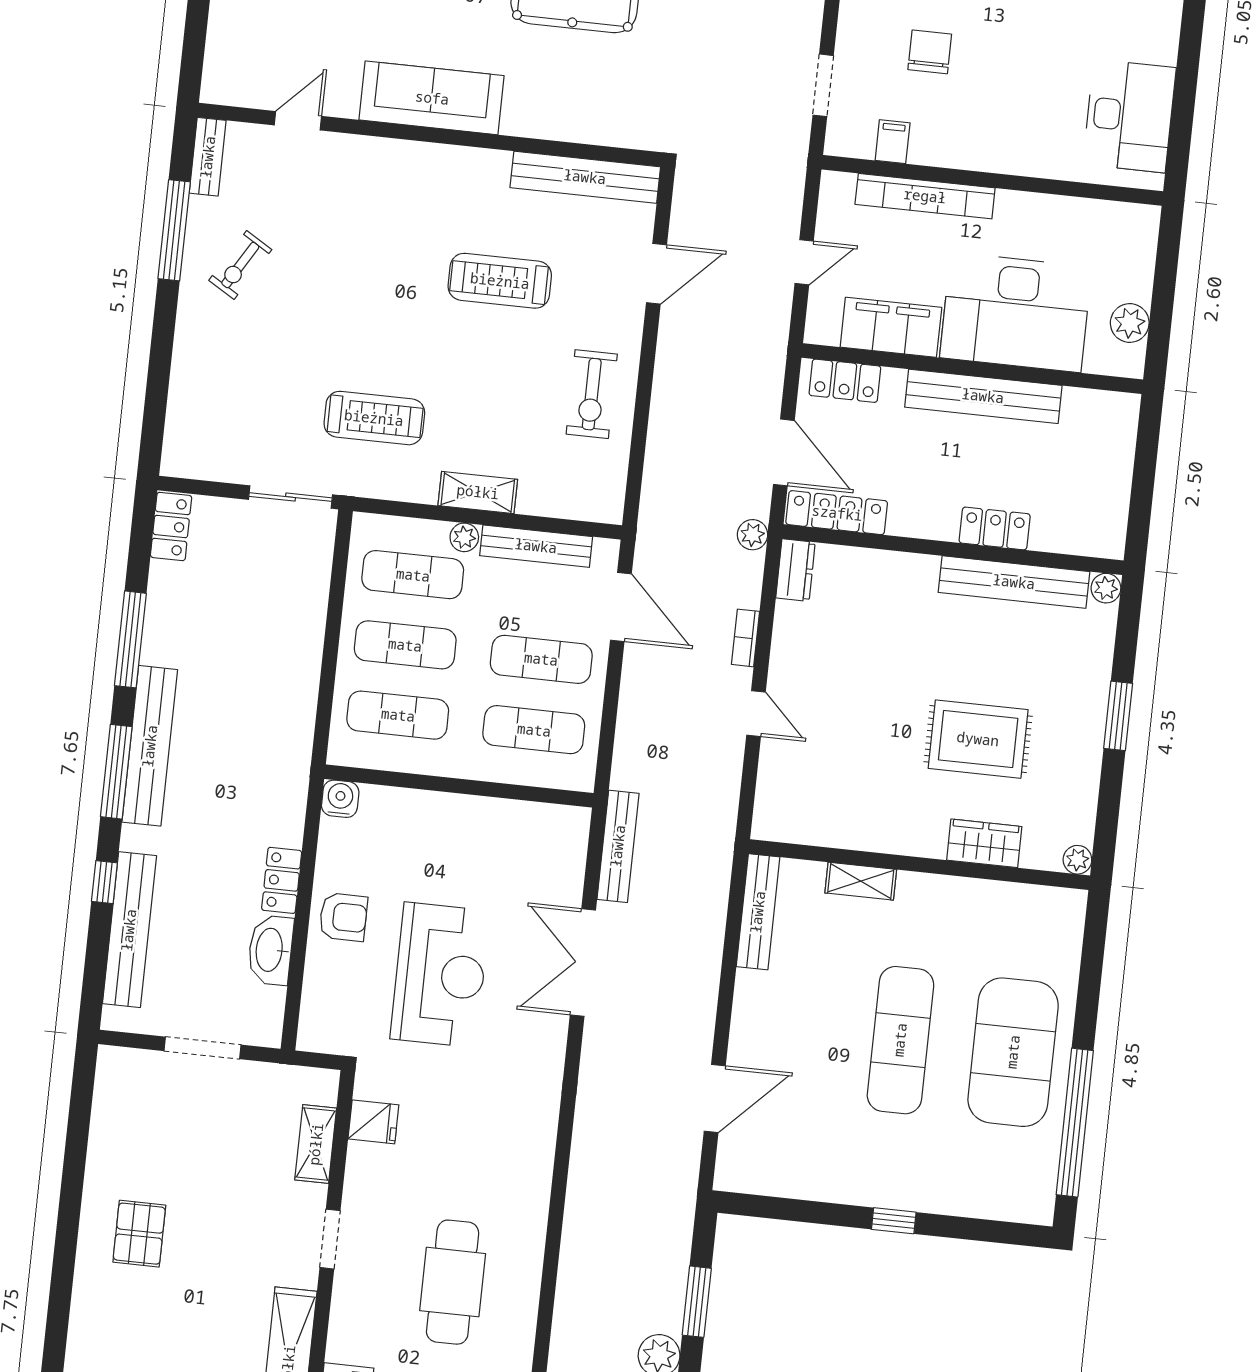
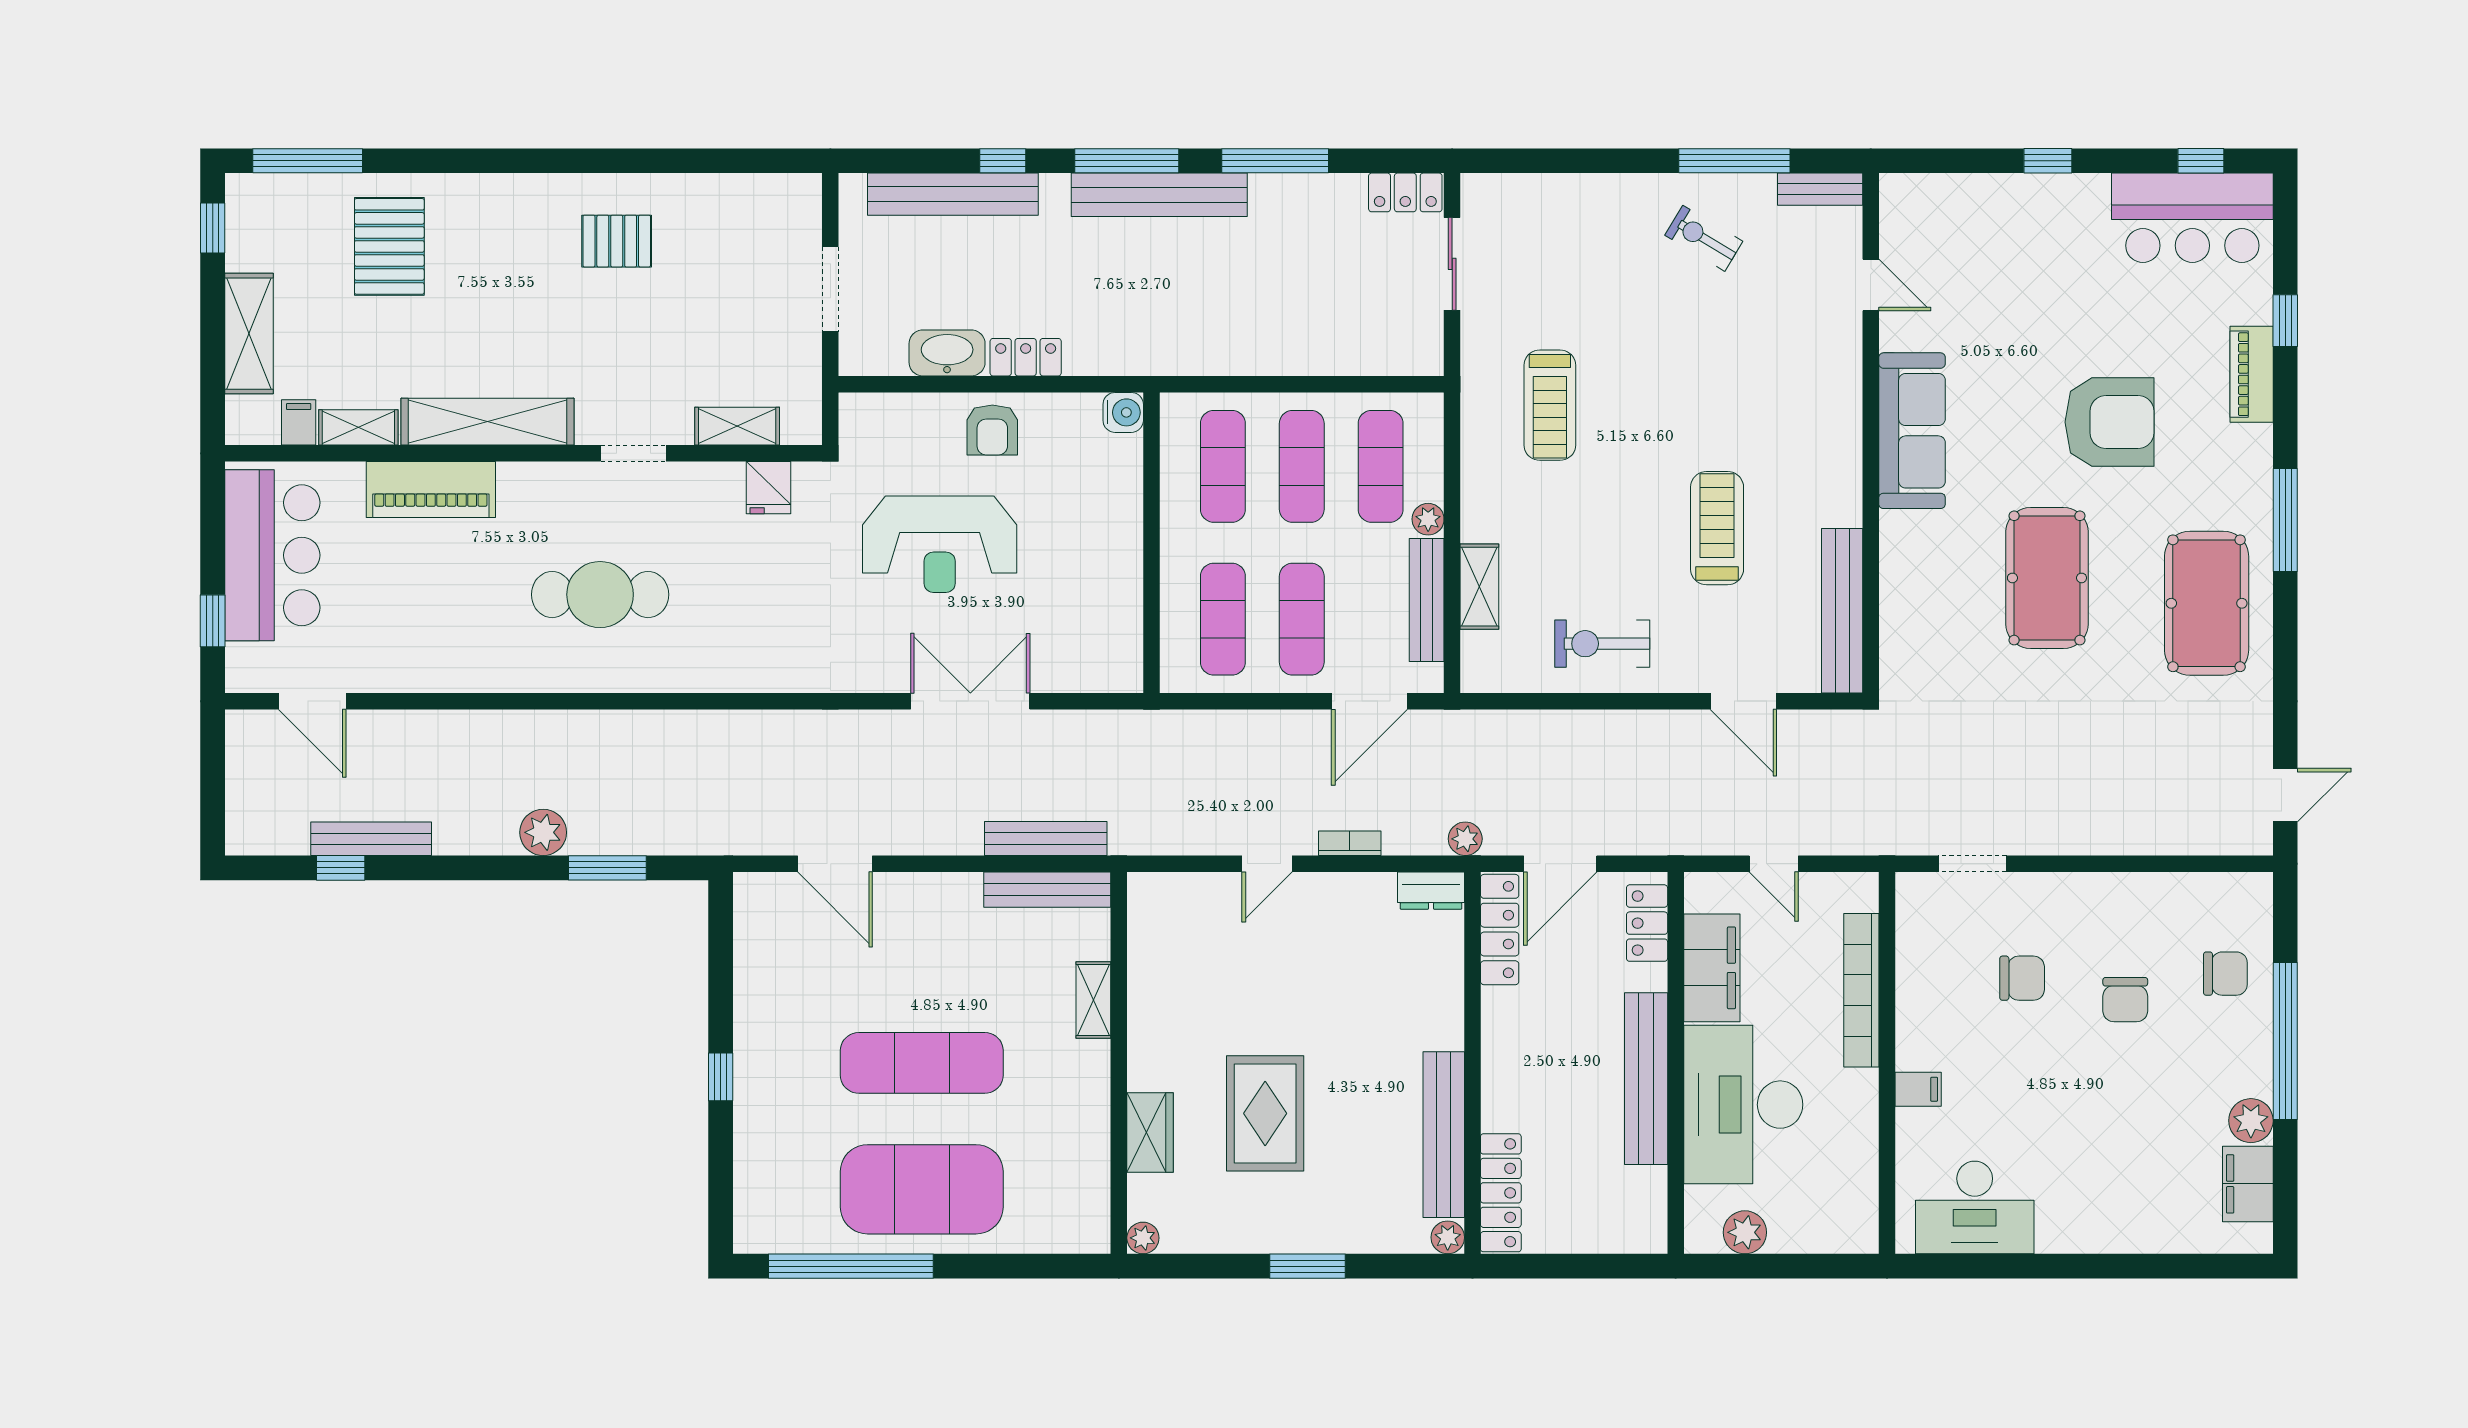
filing cabinet: (893, 142) -> (1918, 1089), moved
shelving: (478, 492) -> (1479, 587), moved
sliding door: (291, 497) -> (1452, 264), moved
locker: (995, 528) -> (1501, 1193), moved, width x1.53
bench: (618, 846) -> (1046, 839), moved

